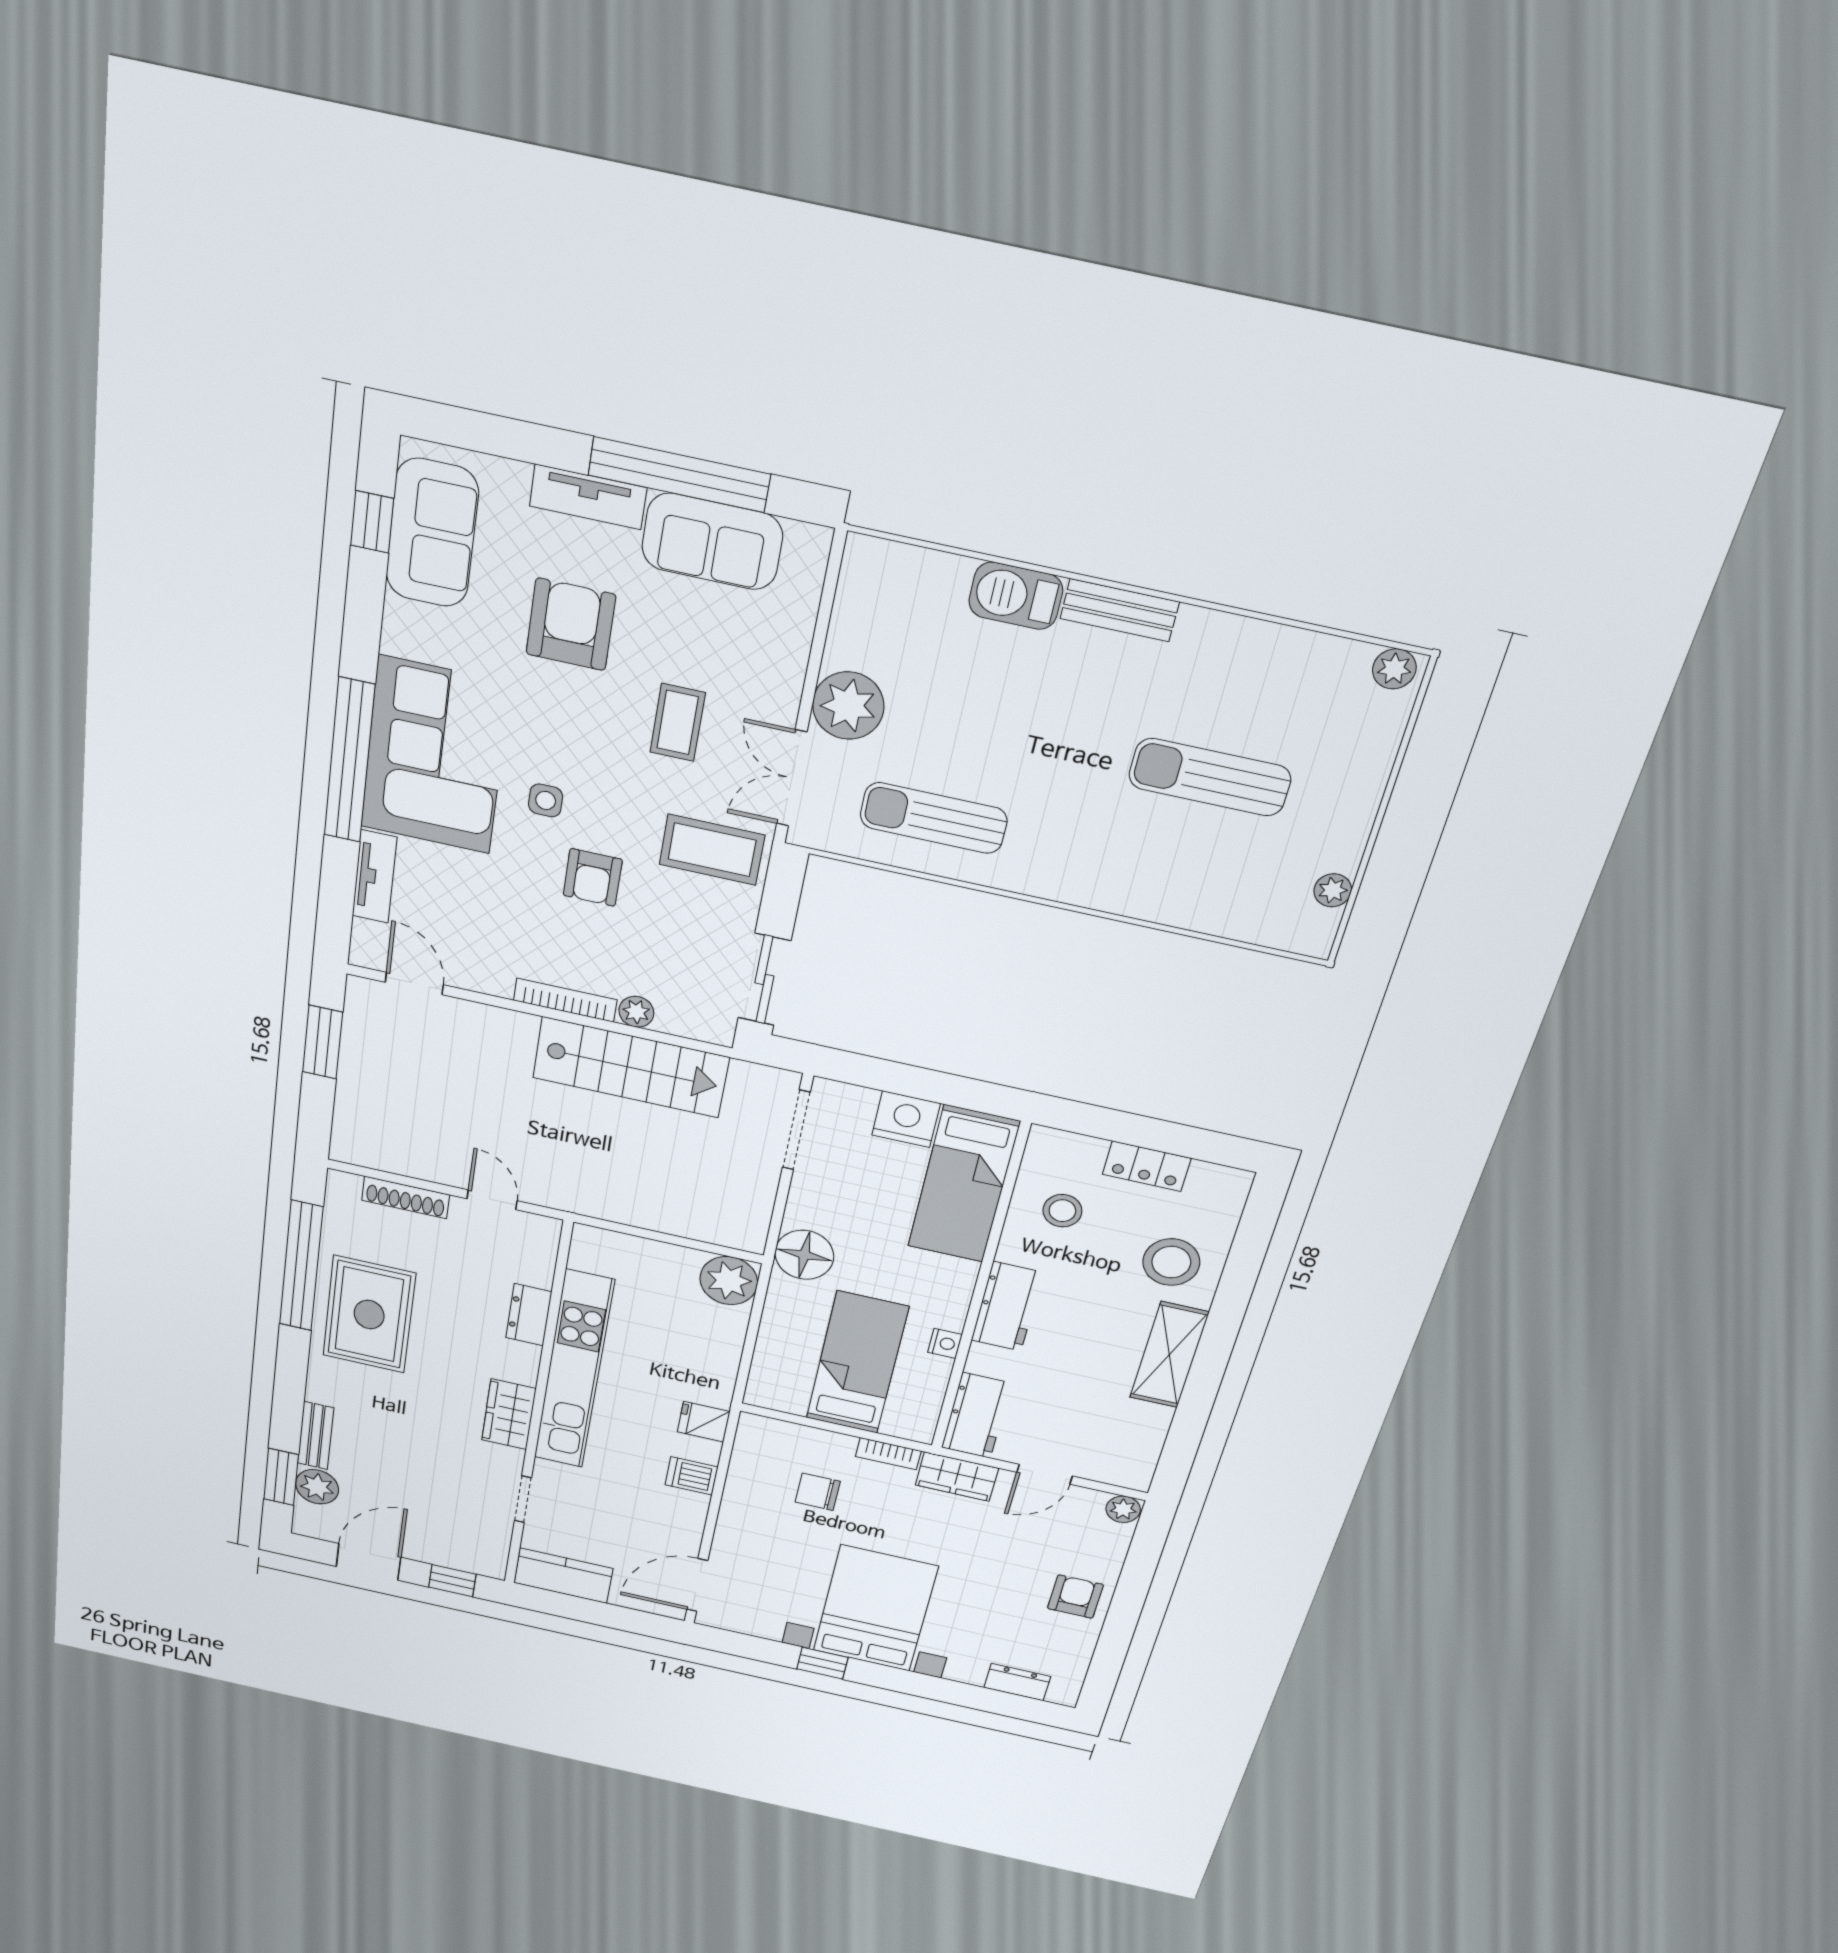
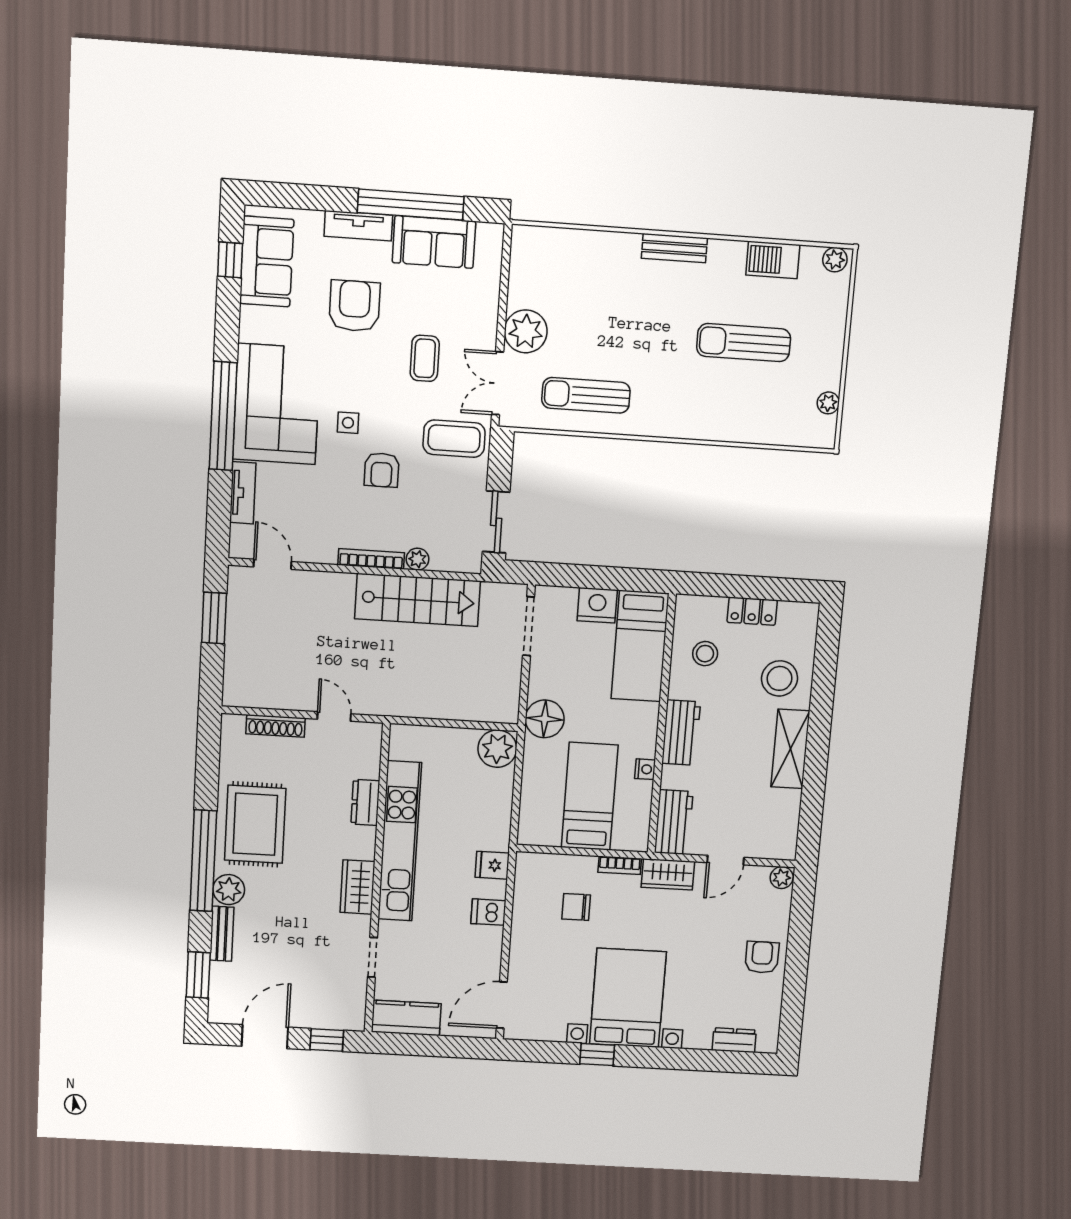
barbecue: (1016, 596) -> (773, 260), moved
window: (301, 1266) -> (203, 861), moved
plant: (317, 1487) -> (229, 890), moved

